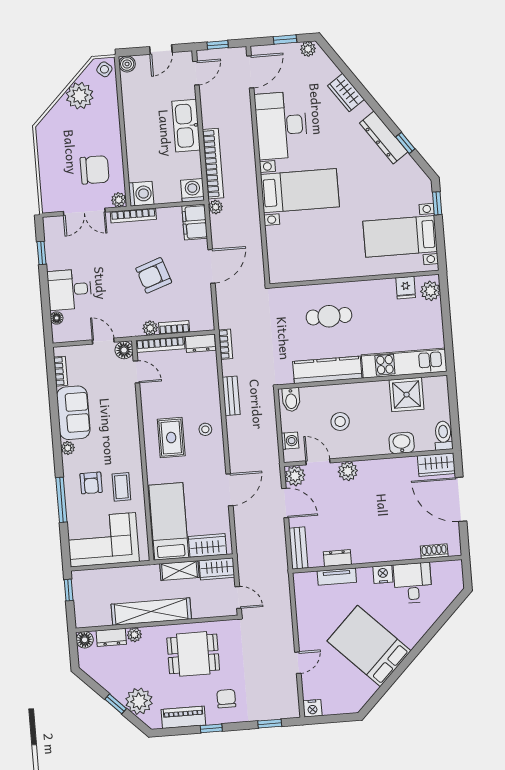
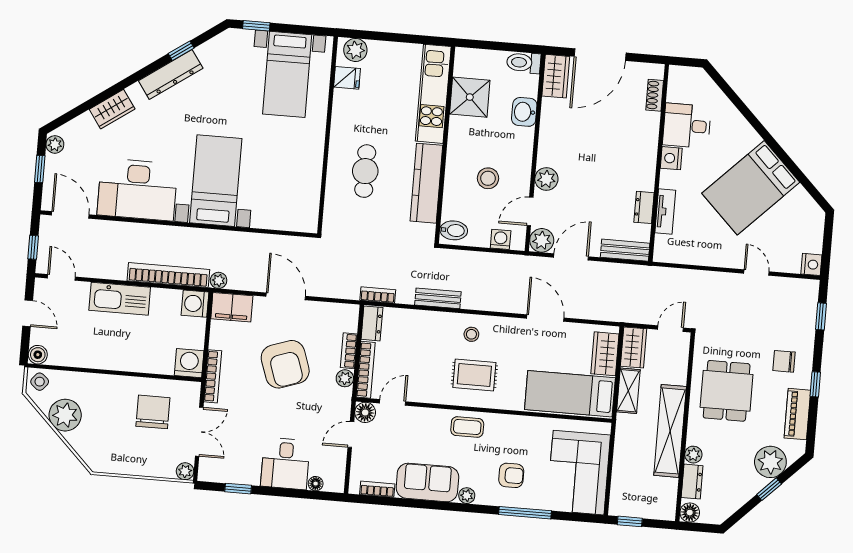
plant: (119, 200) -> (185, 471), moved
armchair: (154, 275) -> (285, 364), width x1.36, depth x1.36
coffee table: (121, 487) -> (467, 427), moved

